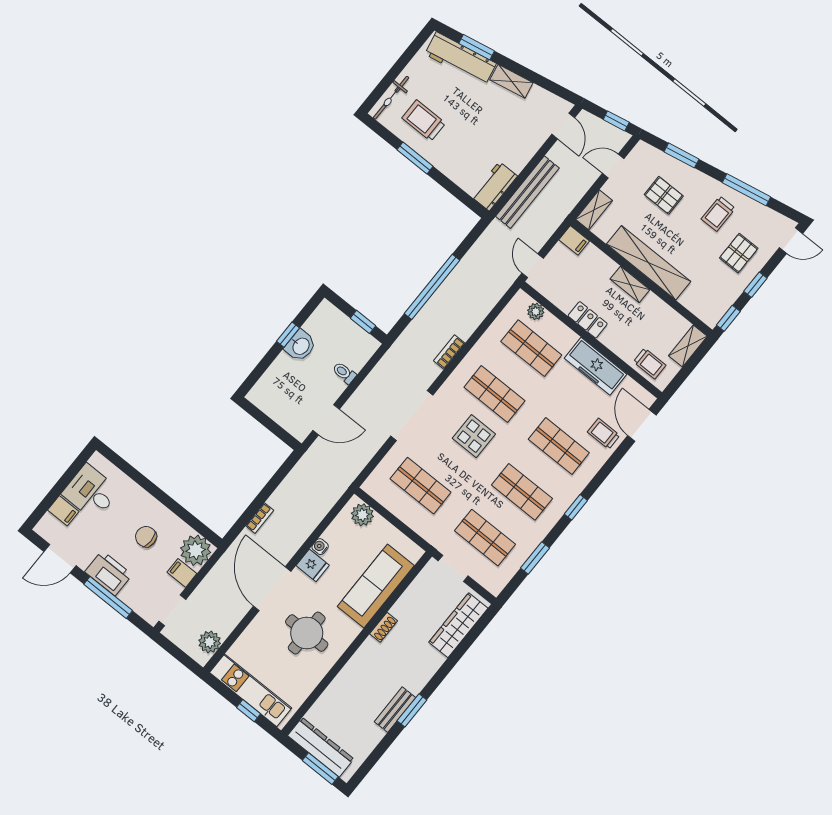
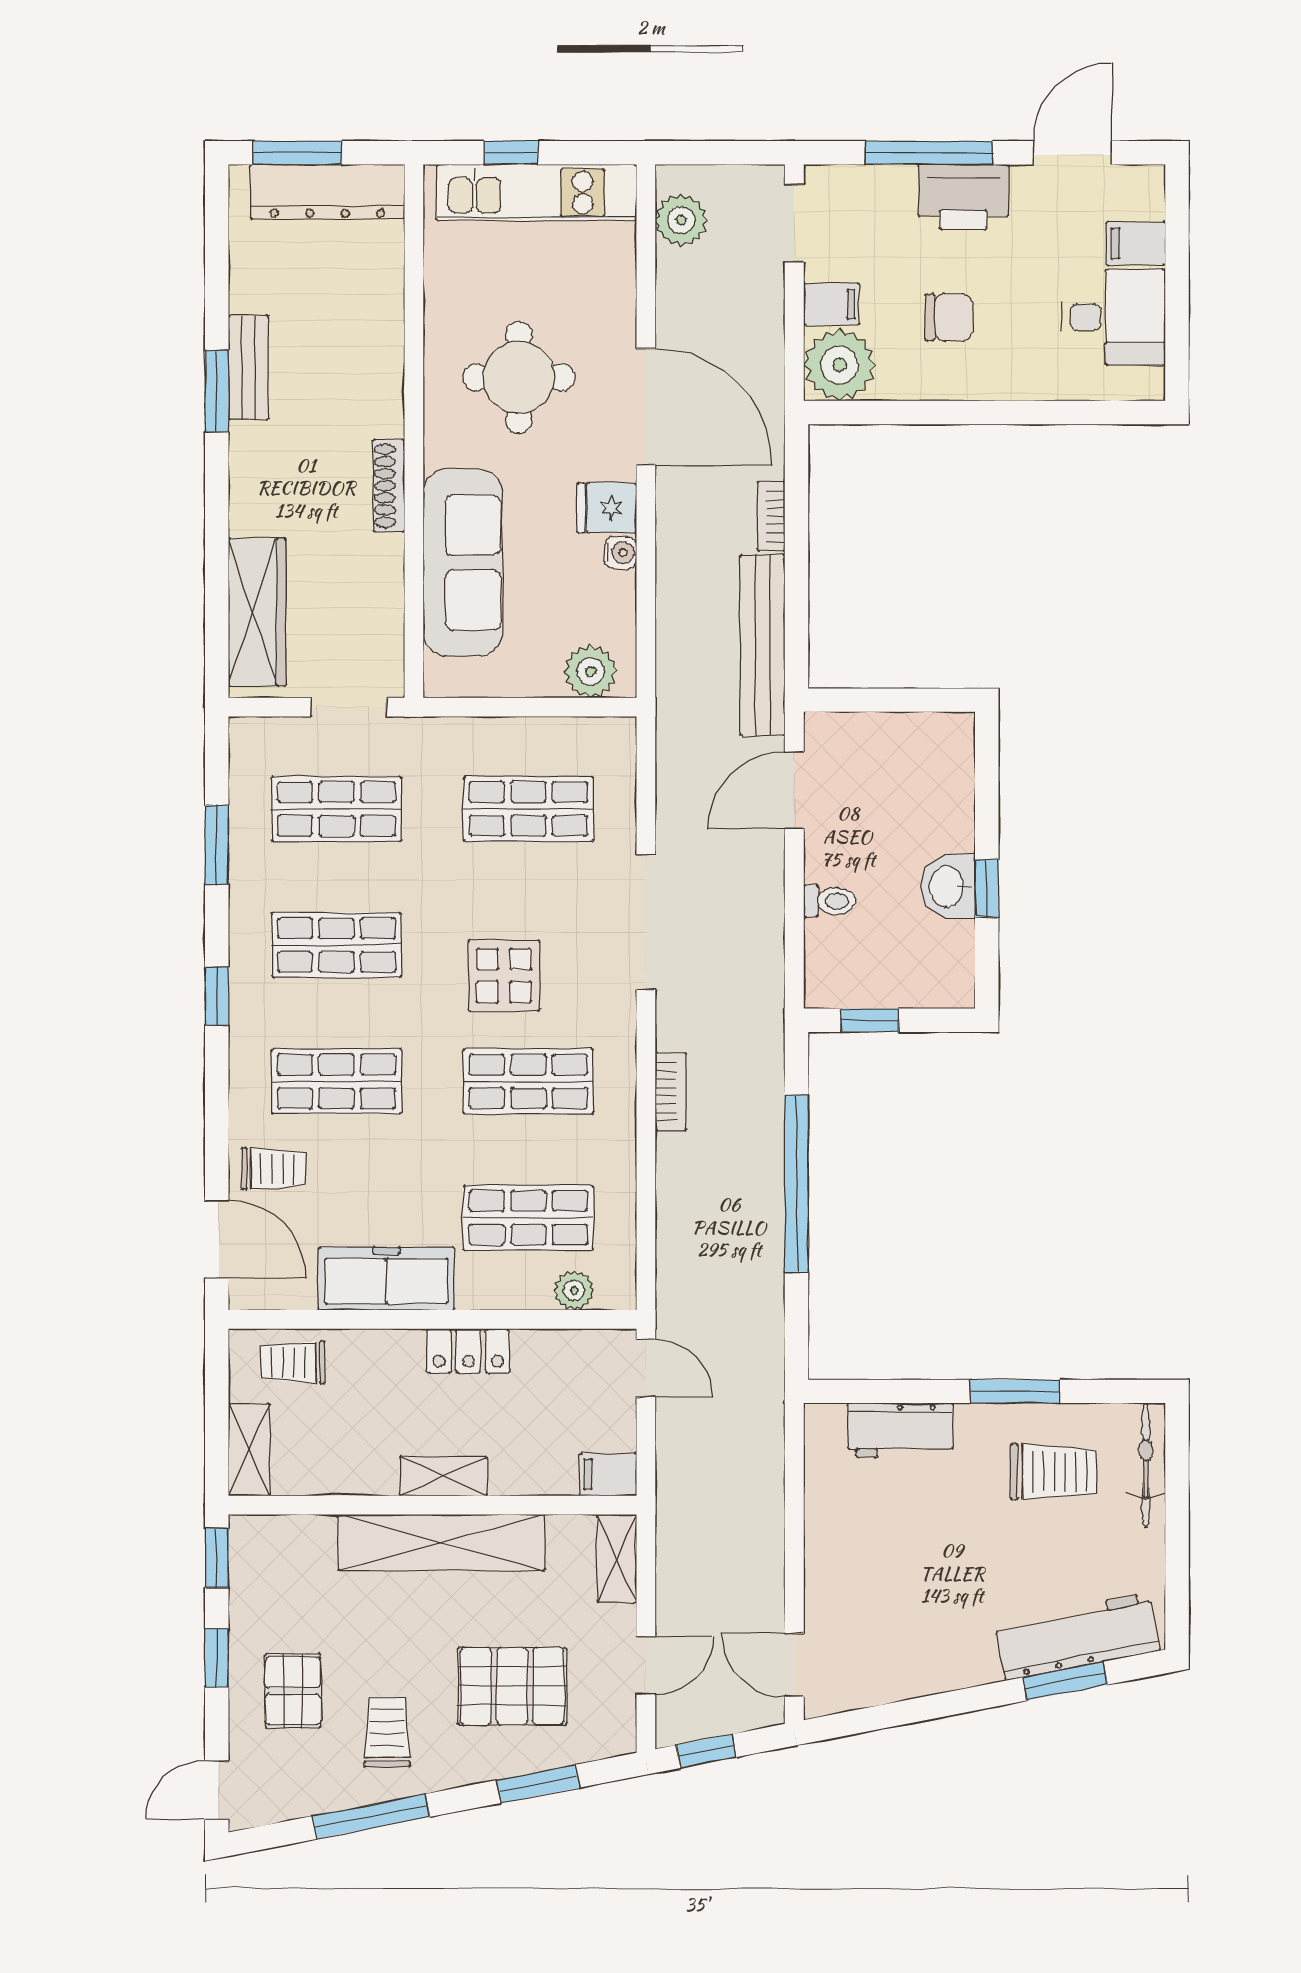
shelving: (511, 81) -> (953, 1670), removed
workbench: (494, 186) -> (900, 1430), moved, turned 90
bench: (527, 192) -> (763, 645), moved
pallet: (664, 195) -> (512, 1686), width x1.50, depth x1.42
shoe rack: (384, 627) -> (389, 486), width x1.43

